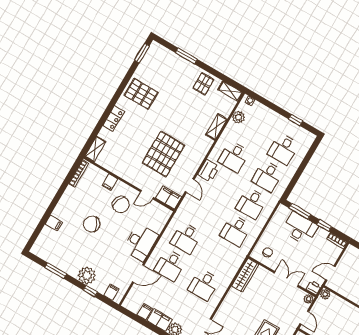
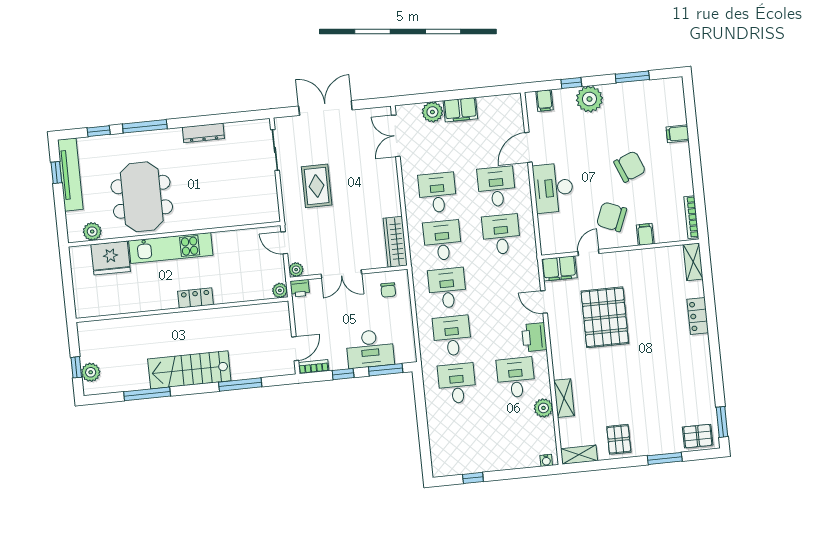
pallet: (141, 94) -> (698, 436), moved, width x0.67, depth x0.71
plant: (238, 117) -> (543, 408), moved
desk: (283, 149) -> (442, 240), moved
door: (330, 273) -> (295, 349), moved
filing cabinet: (145, 312) -> (486, 107), removed

